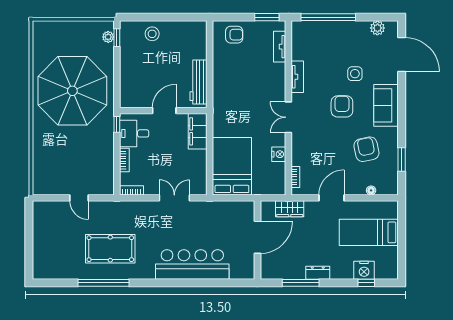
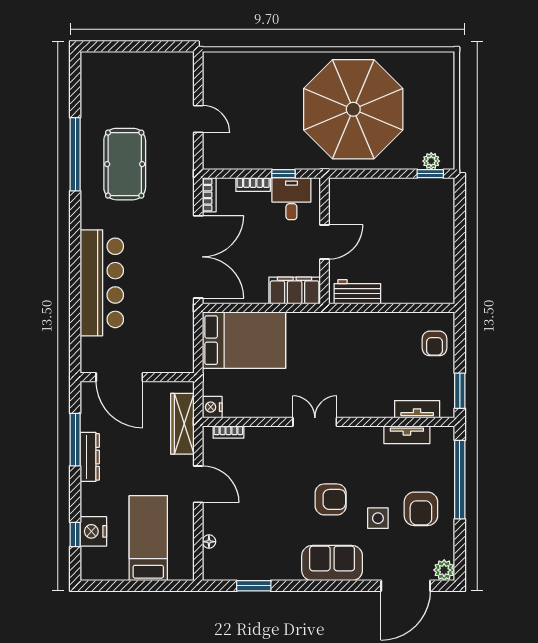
plant: (377, 28) -> (444, 570), moved
stool: (152, 34) -> (436, 225), removed
tv unit: (297, 77) -> (407, 435), moved
workbench: (199, 82) -> (357, 292), width x0.73
door: (164, 111) -> (324, 242), hinge flipped
window: (117, 124) -> (283, 174), moved
armchair: (366, 149) -> (421, 509), moved, turned 102
nightstand: (279, 154) -> (212, 407), moved, turned 90
door: (79, 198) -> (198, 119), swing flipped
double door: (174, 198) -> (198, 257), width x1.87
wardrobe: (290, 209) -> (182, 424), width x1.50
door: (257, 237) -> (119, 377), moved
dresser: (318, 273) -> (90, 457), width x1.44

